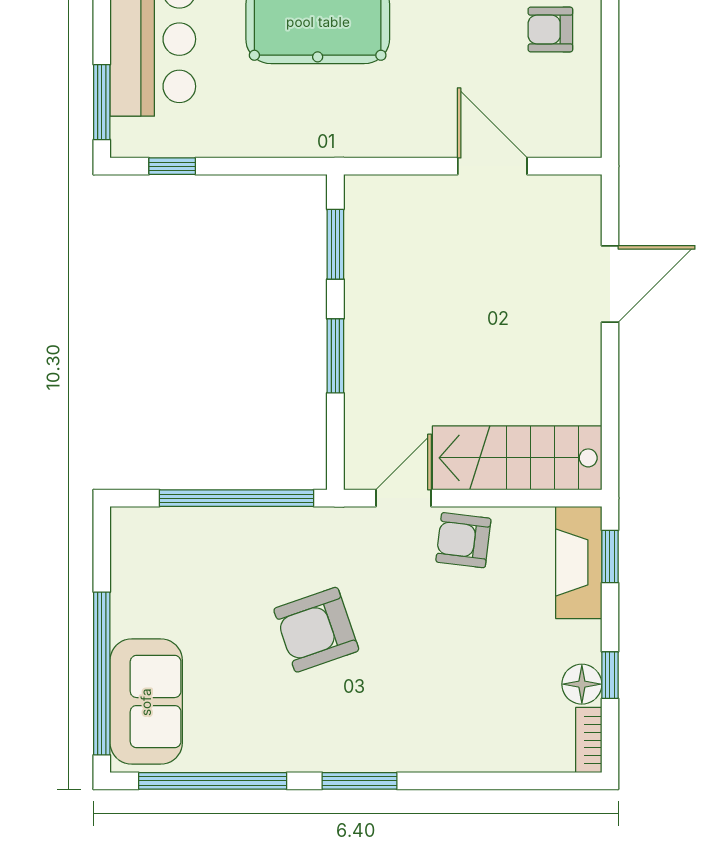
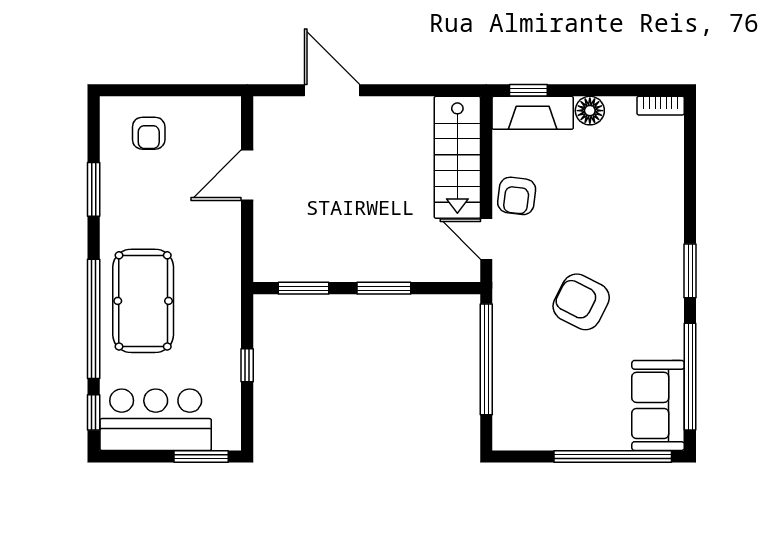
window: (172, 166) -> (247, 365), moved
armchair: (316, 630) -> (581, 302), turned 136
window: (610, 675) -> (614, 90), removed
floor lamp: (582, 684) -> (590, 111), moved
sofa: (146, 702) -> (658, 405), moved, turned -90

